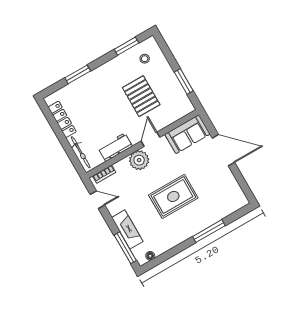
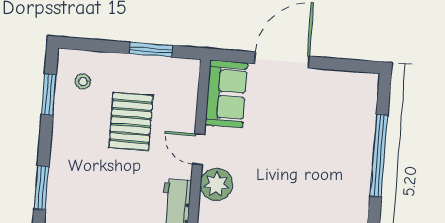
pallet: (141, 96) -> (131, 121), turned 90
rug: (173, 196) -> (298, 172), removed
window: (209, 231) -> (379, 156), width x1.46

